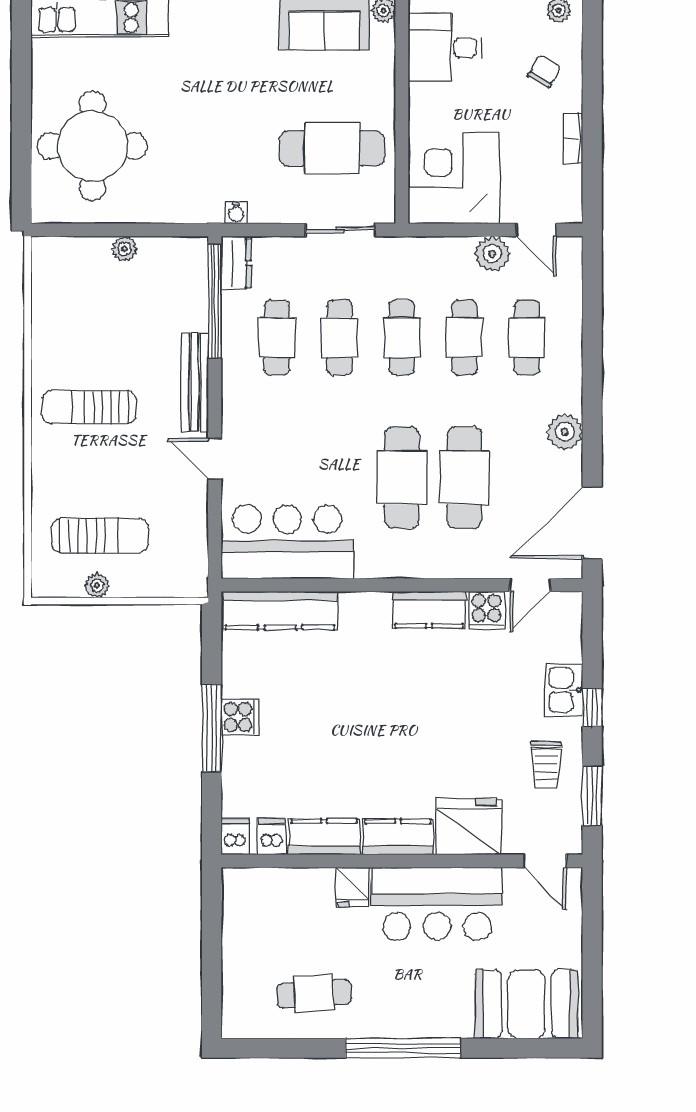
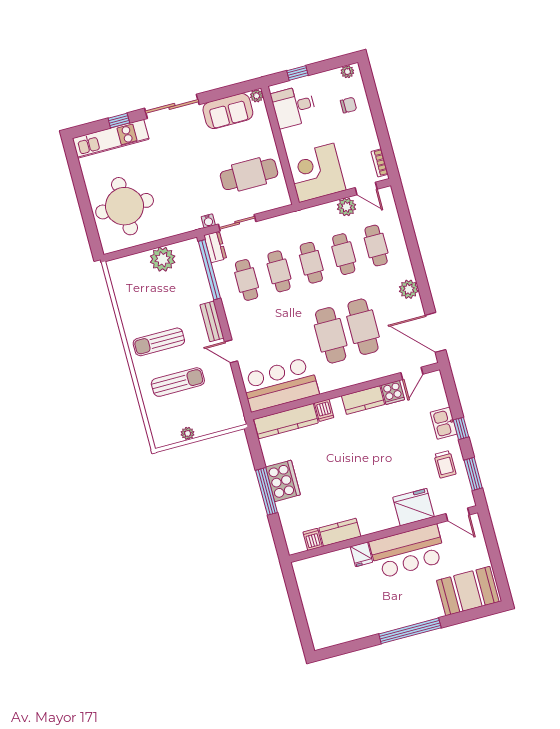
chair: (544, 71) -> (349, 105), turned 61
bookcase: (573, 139) -> (380, 163), moved
sliding door: (340, 230) -> (237, 223), moved
plant: (124, 249) -> (163, 259), width x1.87, depth x1.87
bench: (195, 382) -> (212, 321), width x0.73
door: (592, 523) -> (435, 332), hinge flipped
sun lounger: (100, 536) -> (178, 382), moved
cooker: (240, 717) -> (283, 481), width x1.87, depth x1.31
dishwasher: (235, 837) -> (324, 410), moved, turned 180
kitchen counter: (398, 837) -> (378, 522), removed
cafe table: (314, 994) -> (356, 615), removed

